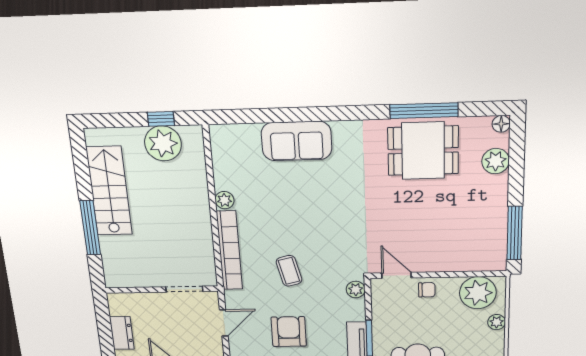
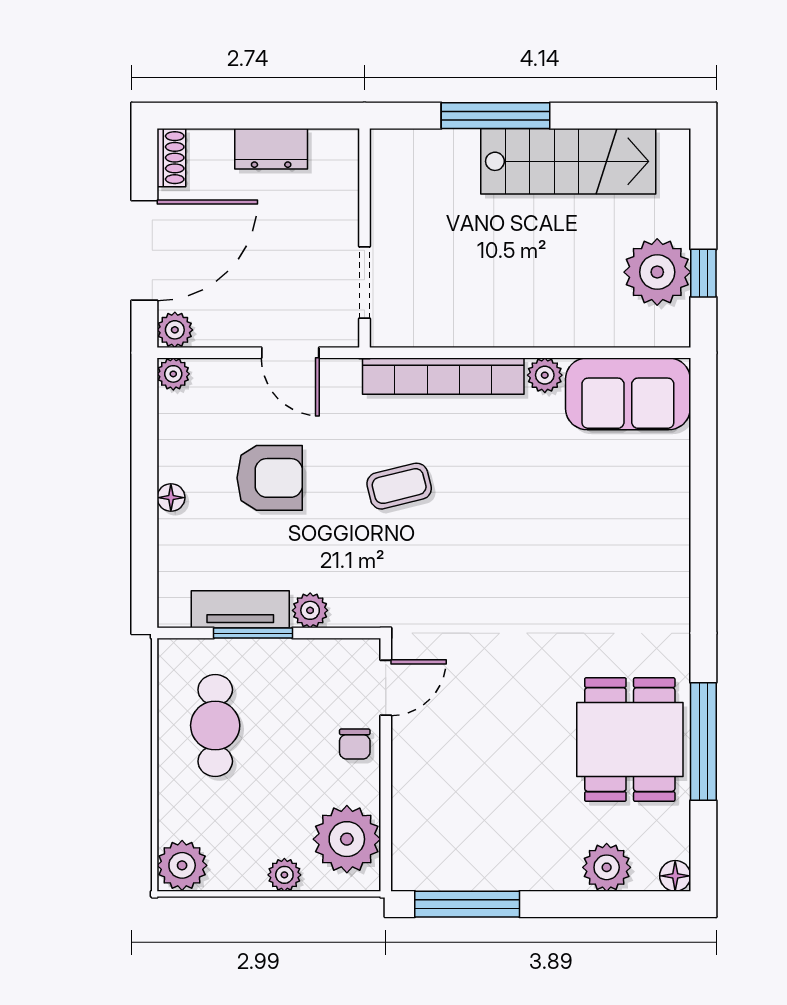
sofa: (297, 141) -> (628, 394), moved, turned -90
plant: (356, 290) -> (310, 610), moved

